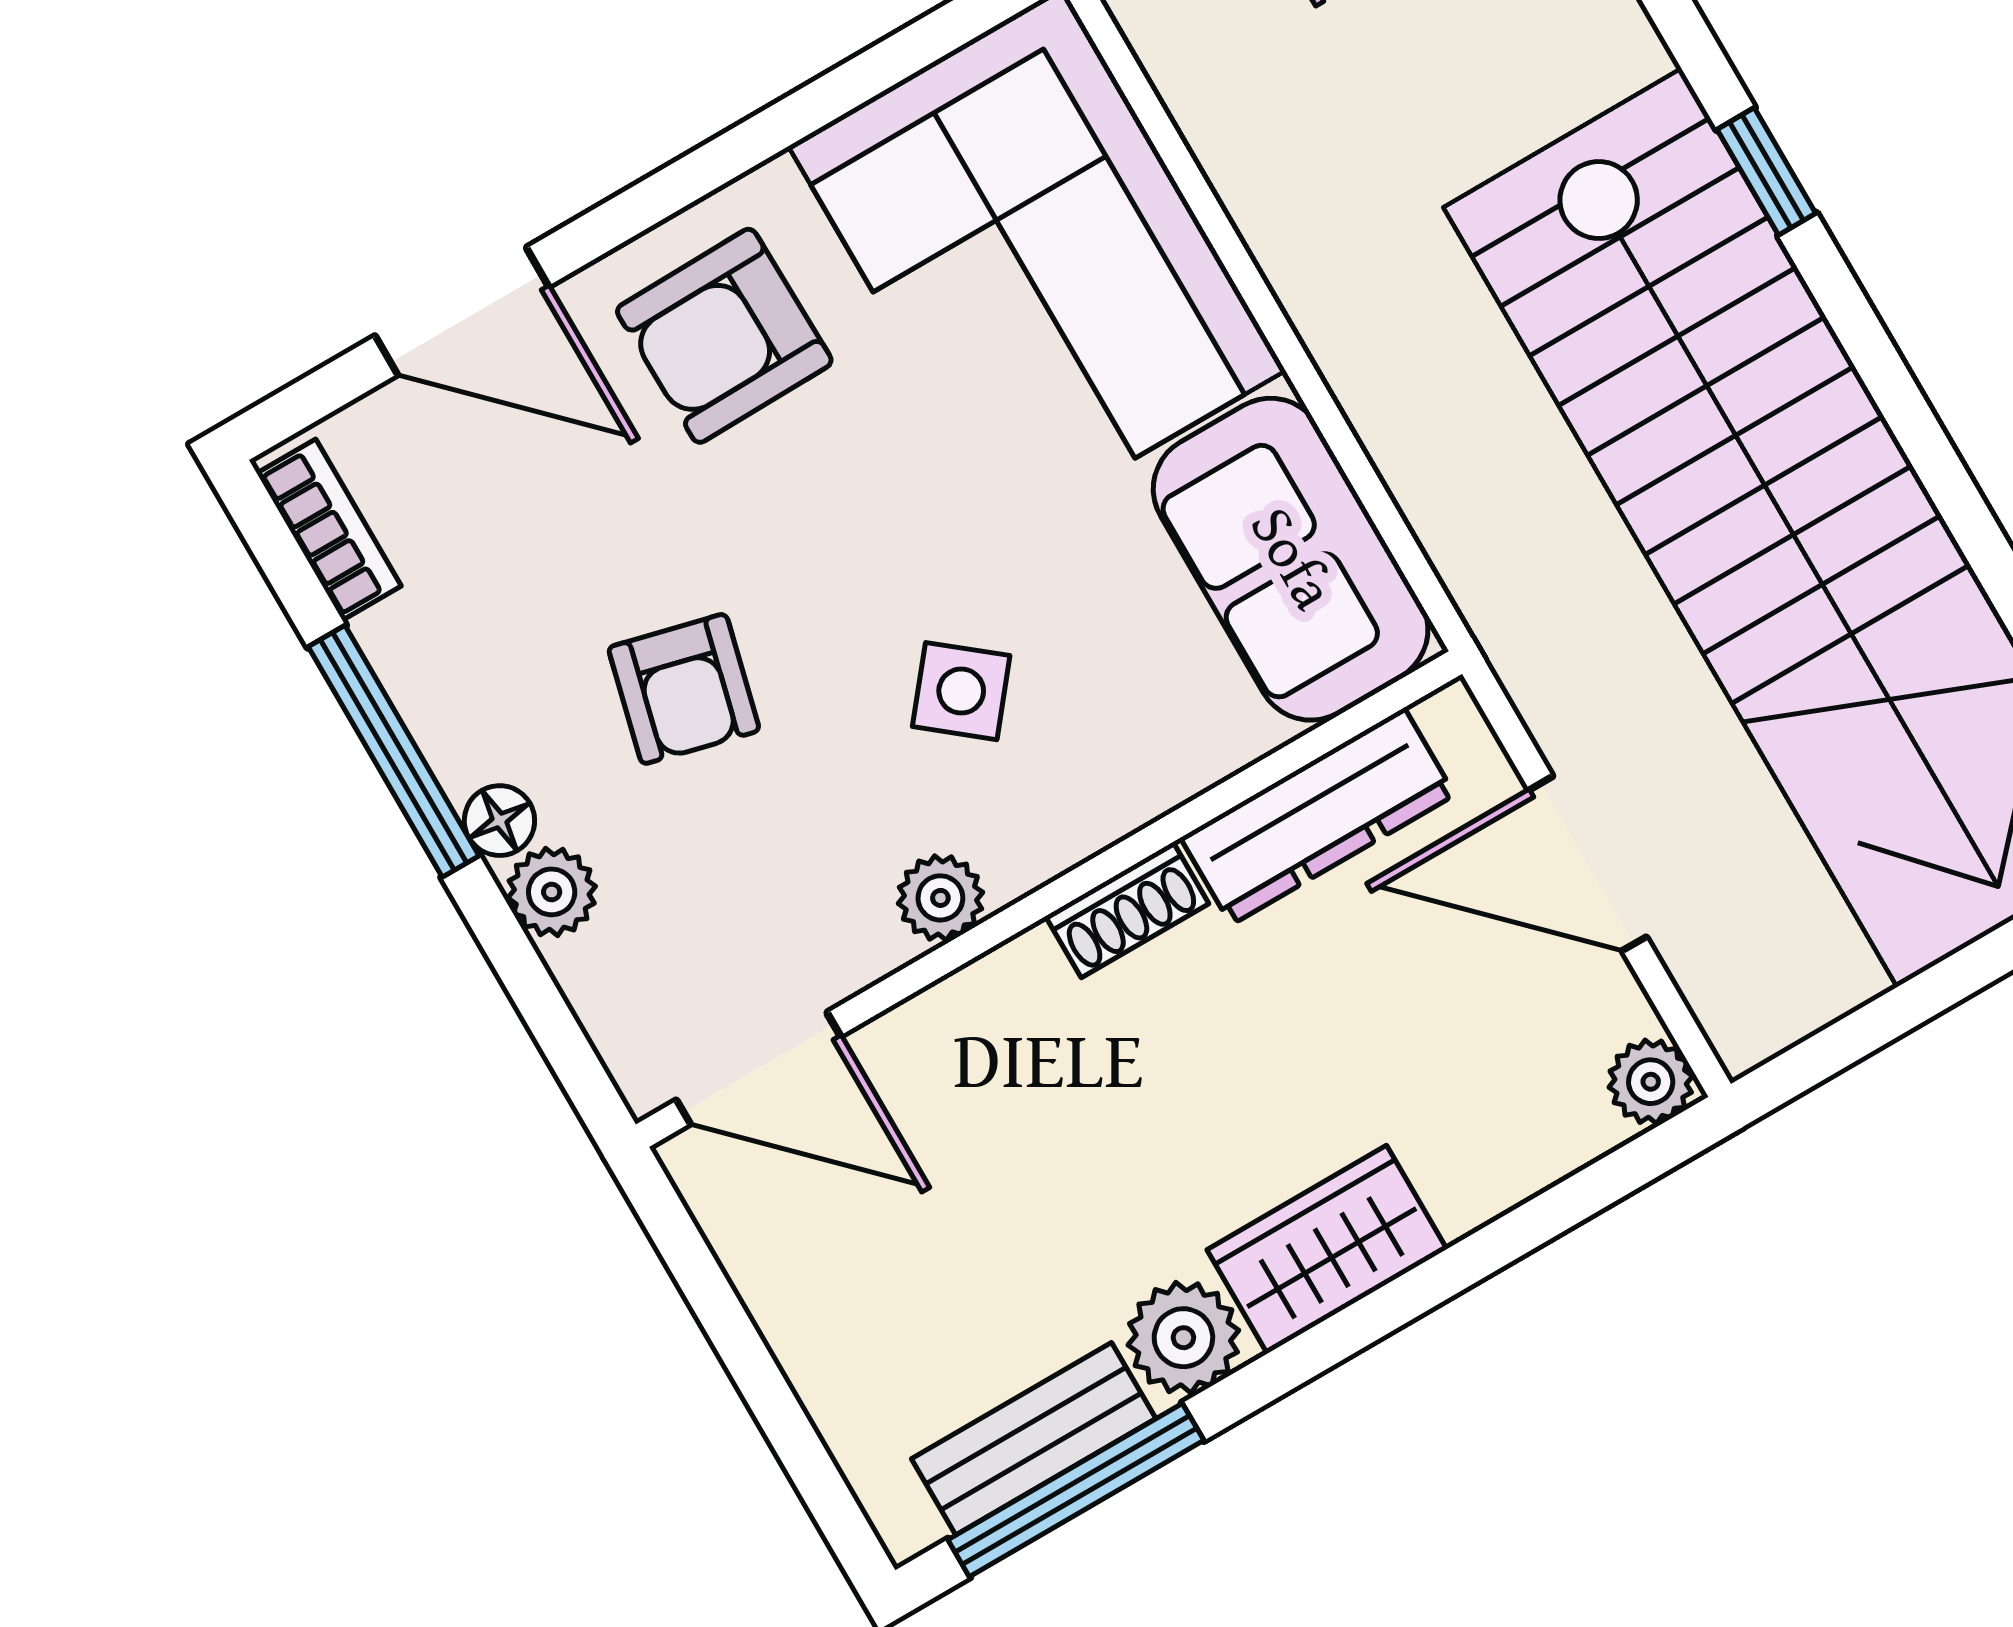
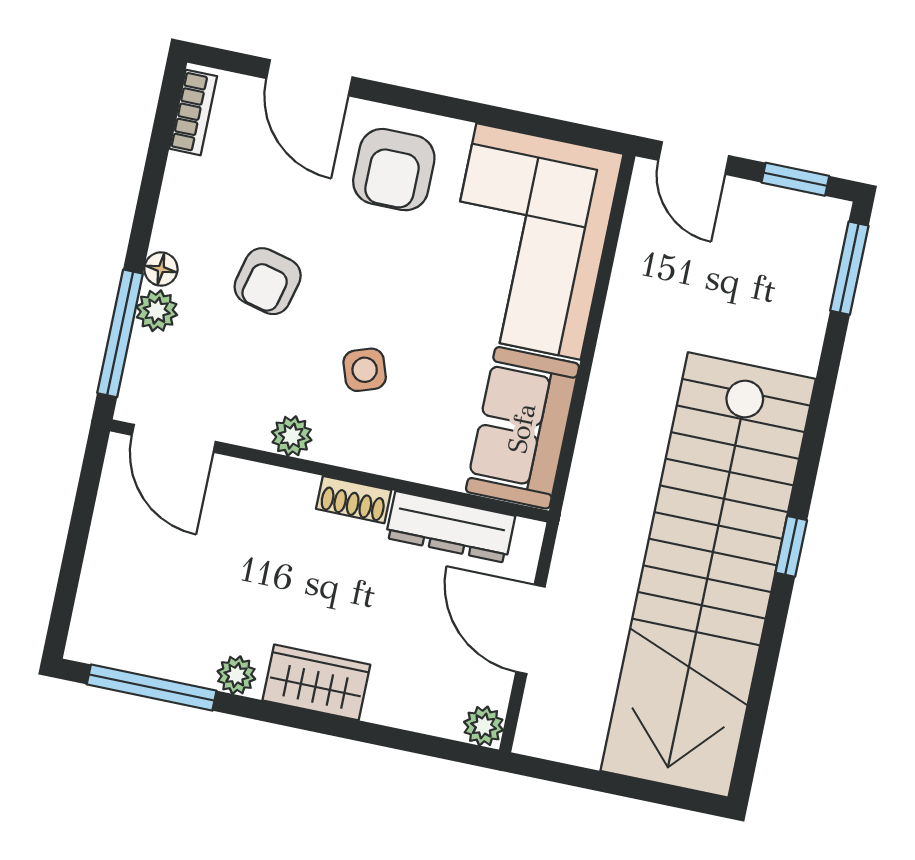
window: (1766, 171) -> (791, 546), moved
armchair: (724, 336) -> (394, 170), turned -89
side table: (961, 691) -> (365, 370), turned 32
window: (394, 751) -> (120, 333), moved
plant: (1183, 1338) -> (236, 675), width x0.73, depth x0.73
bench: (1034, 1439) -> (153, 656), removed

